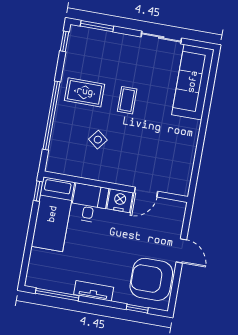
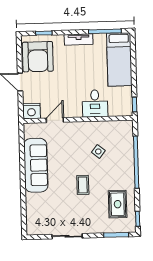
sofa: (193, 82) -> (36, 165), moved
rug: (85, 92) -> (118, 204), moved, turned 90
nightstand: (120, 201) -> (31, 111), moved
bed: (53, 214) -> (119, 59), moved, turned 180
armchair: (151, 279) -> (38, 57), turned 90

